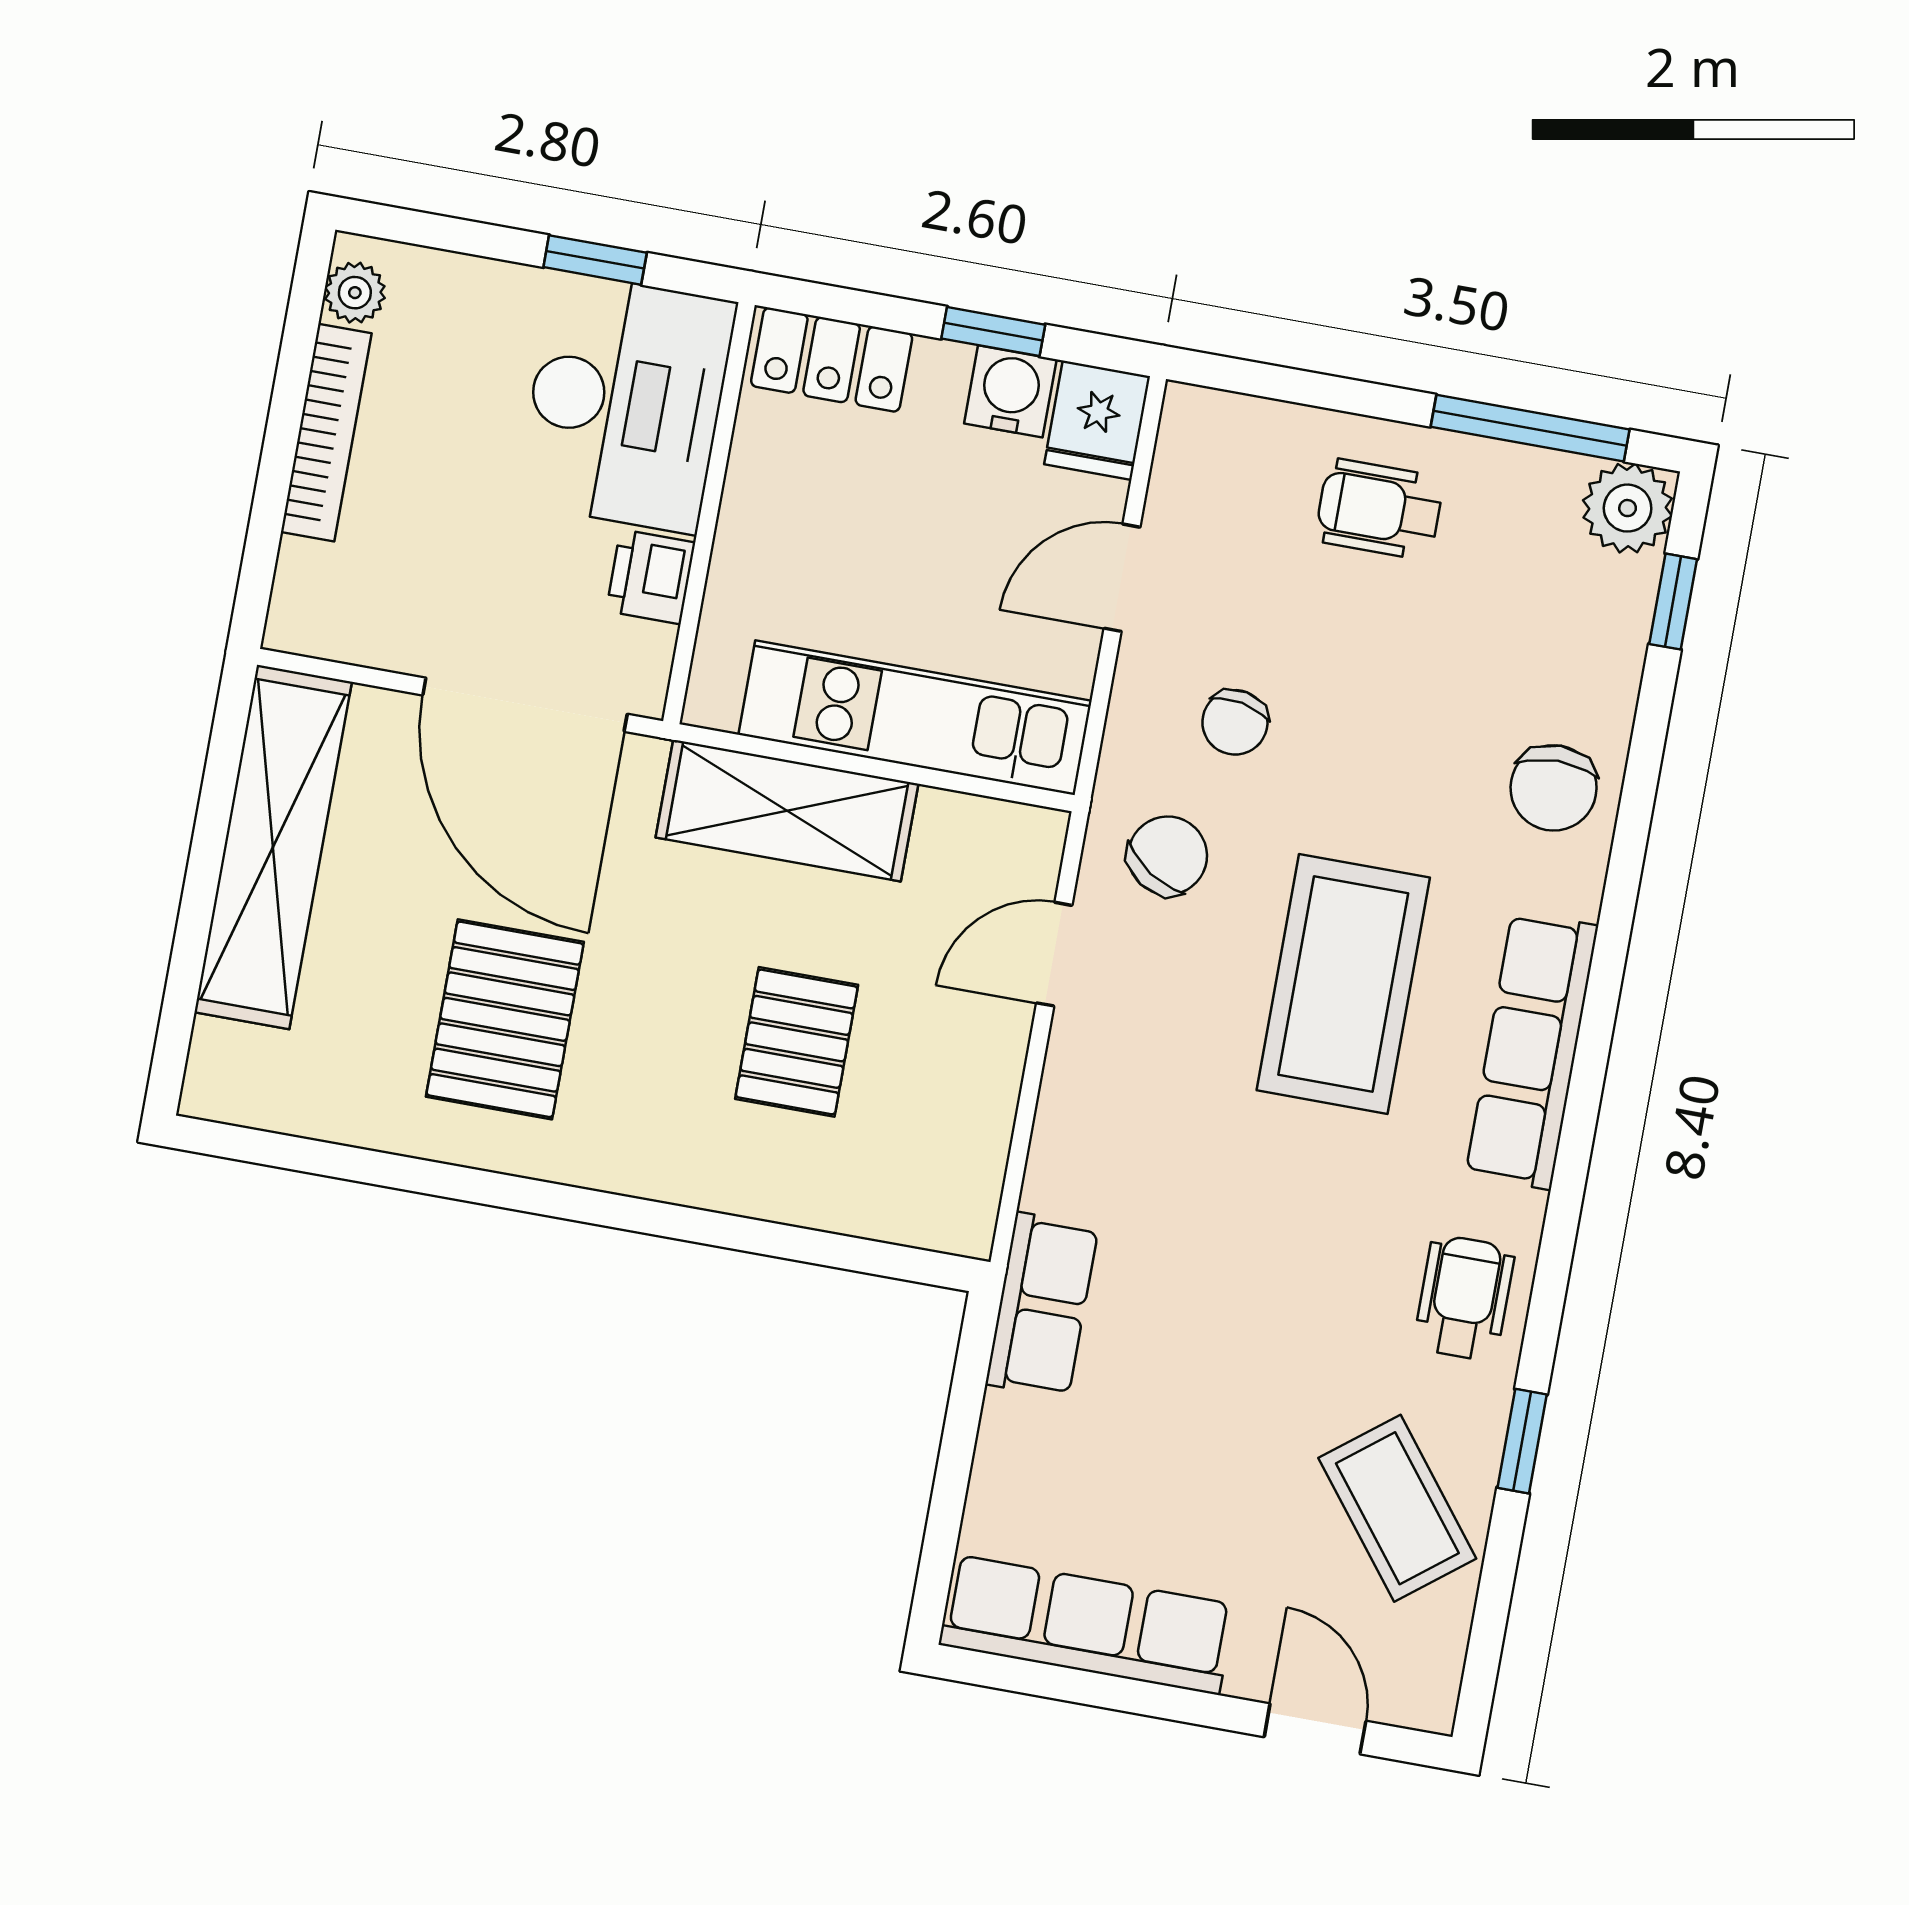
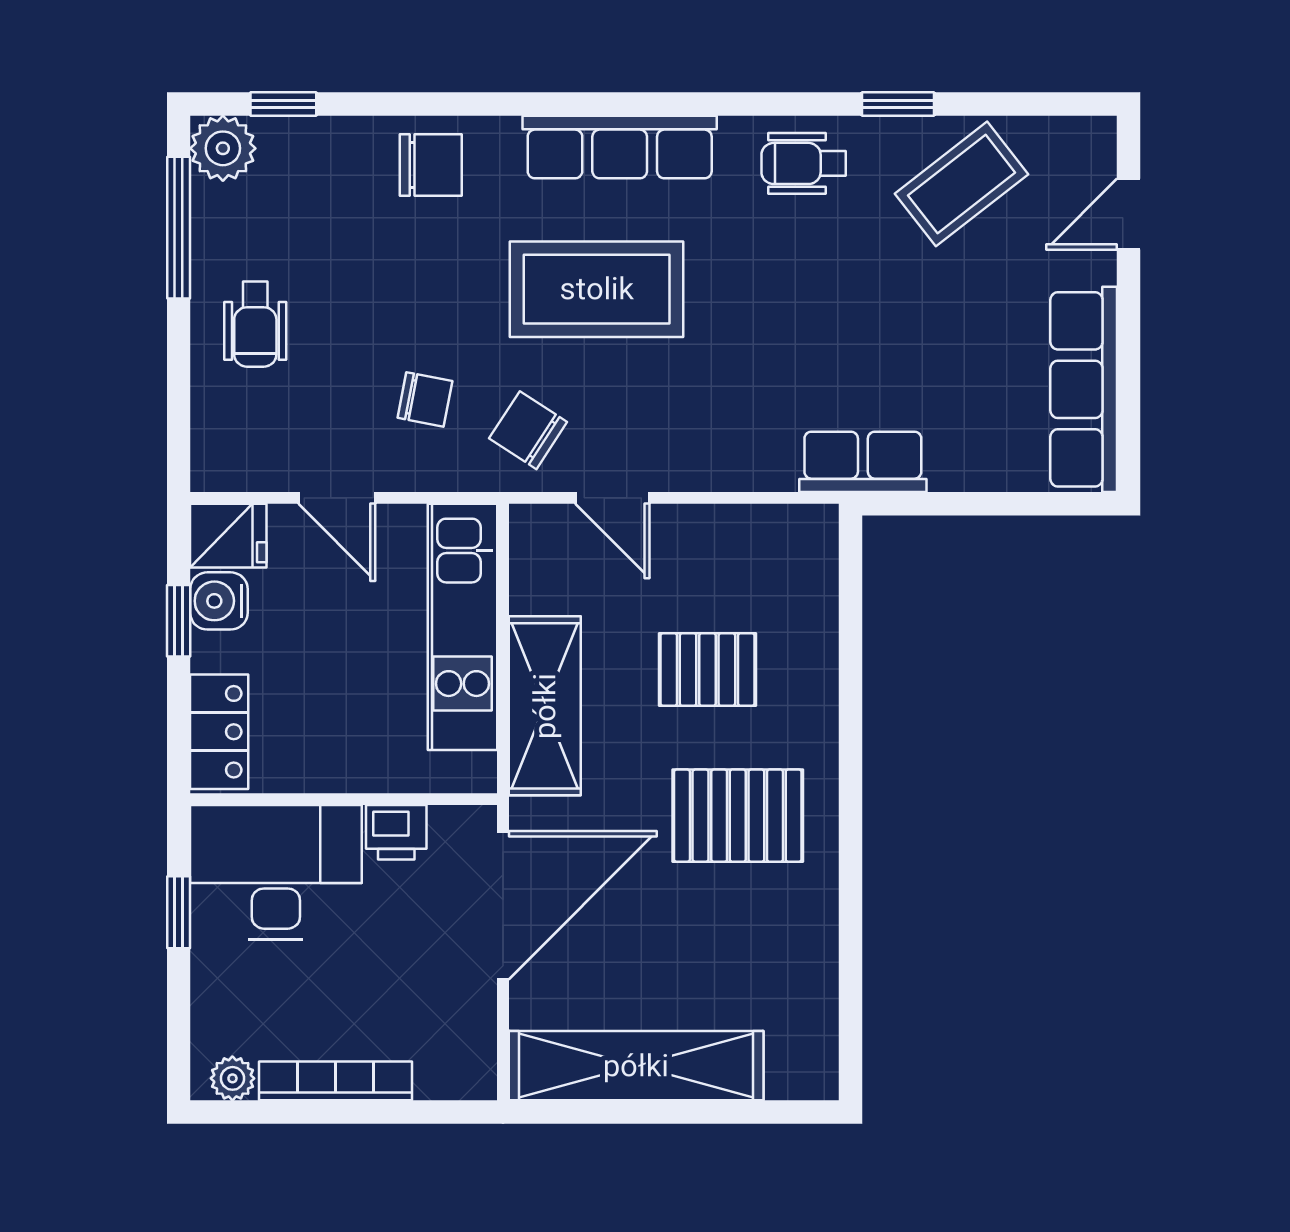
pallet: (505, 1019) -> (738, 816), moved

